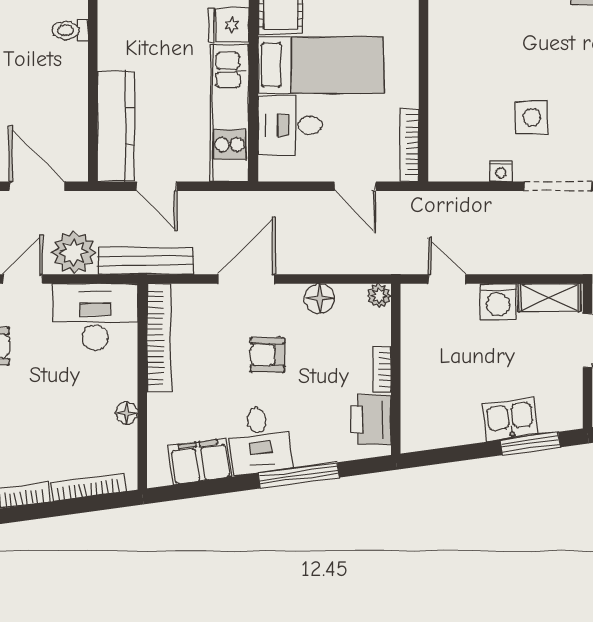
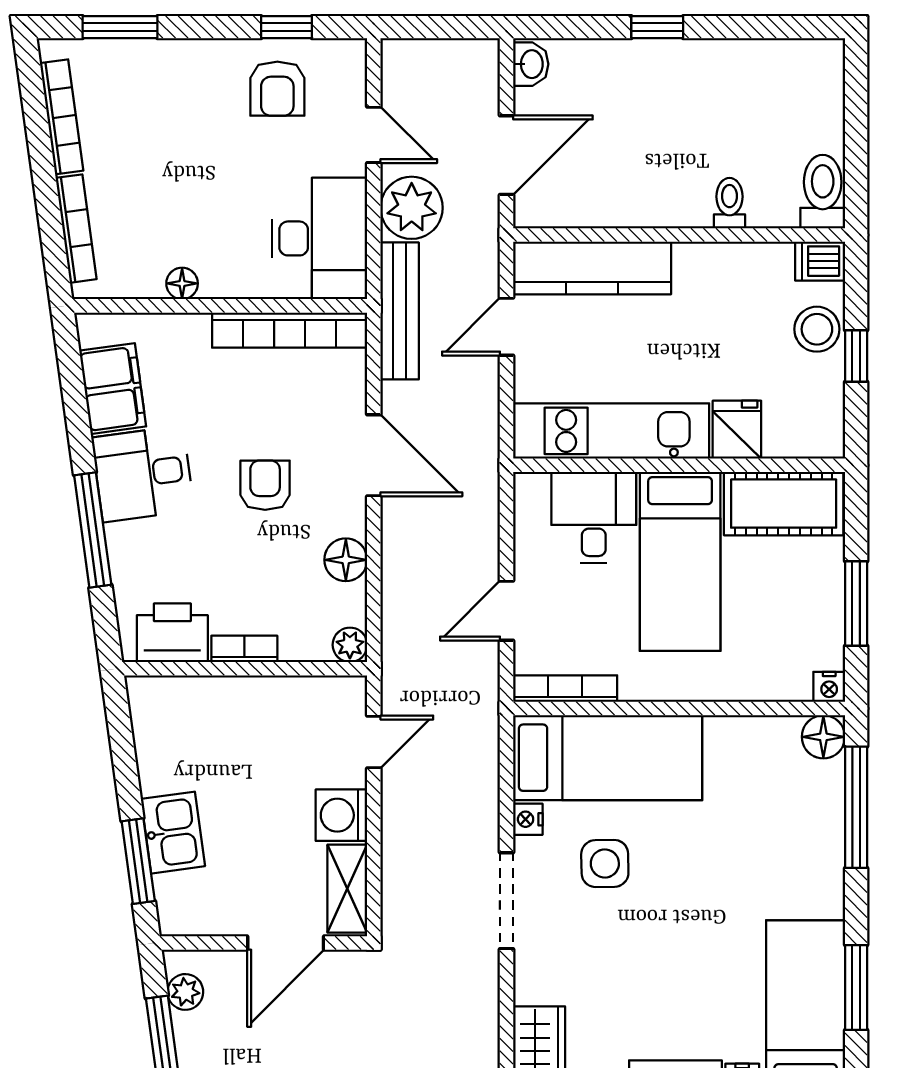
bed: (458, 116) -> (608, 758), added

